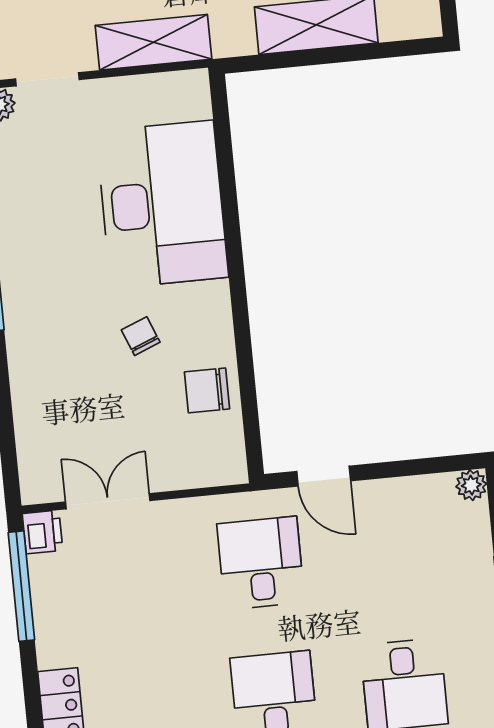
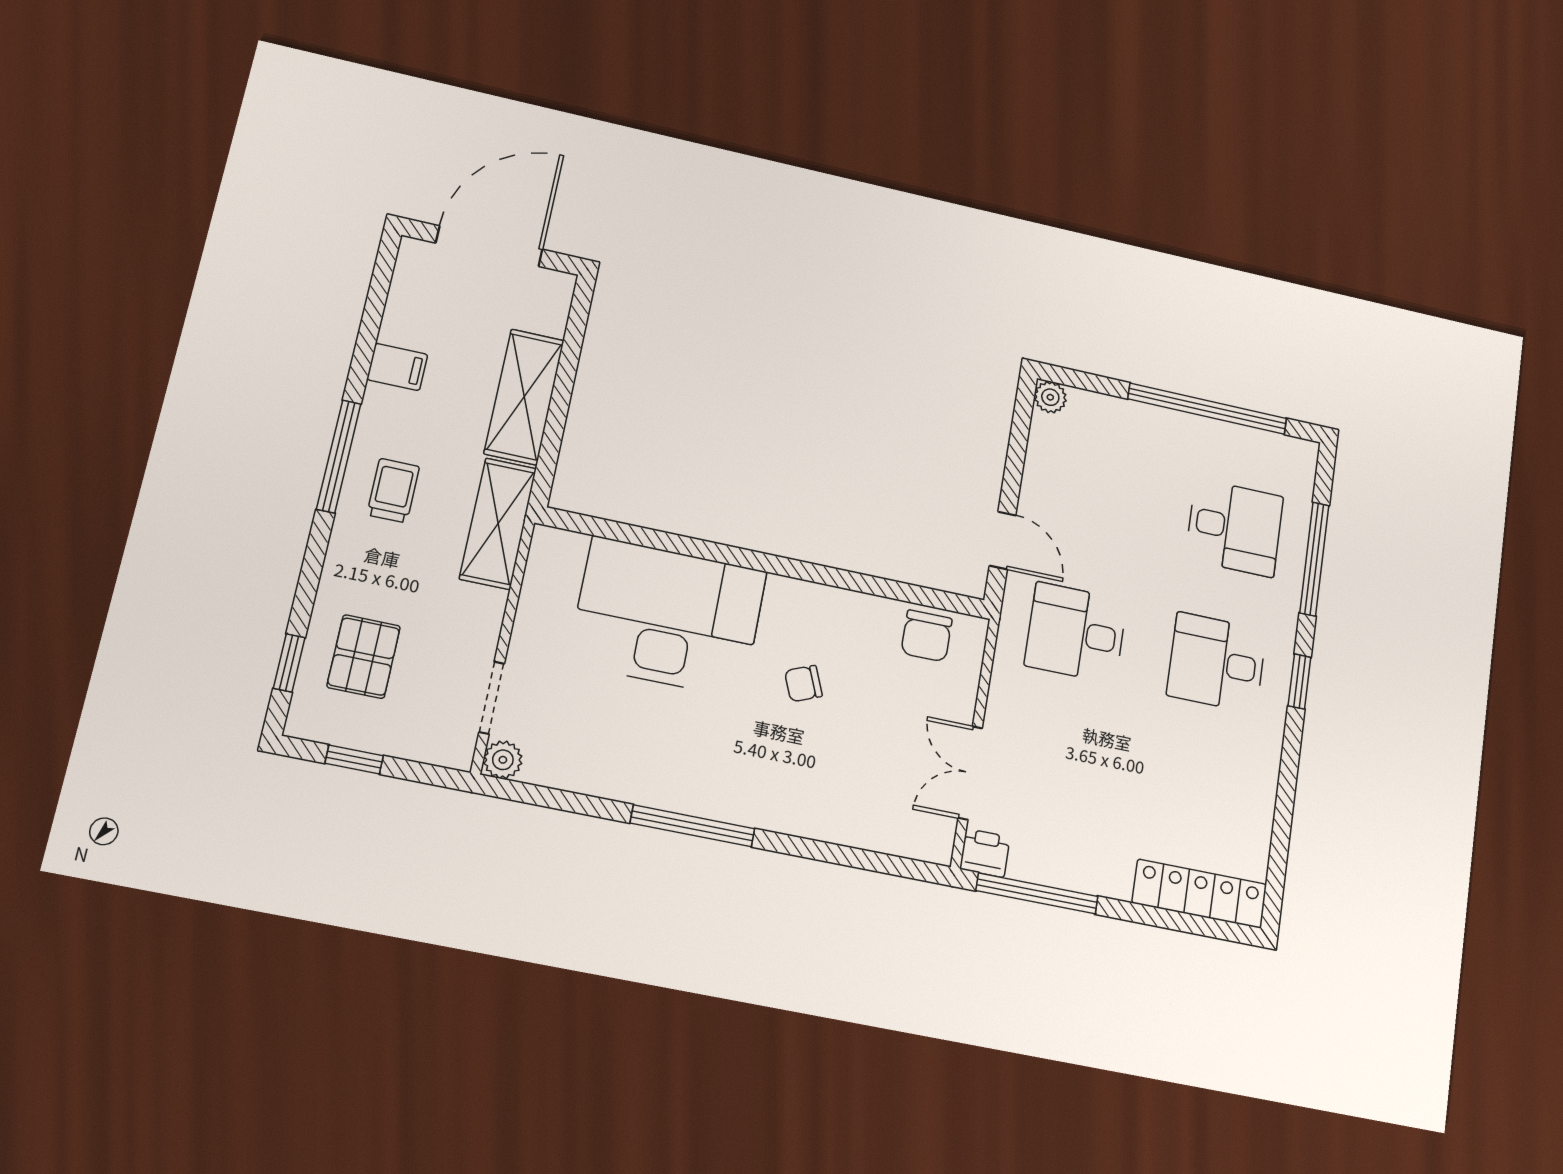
shelving: (153, 42) -> (498, 524), moved
chair: (207, 390) -> (927, 636), moved
door: (324, 476) -> (1003, 540), hinge flipped

